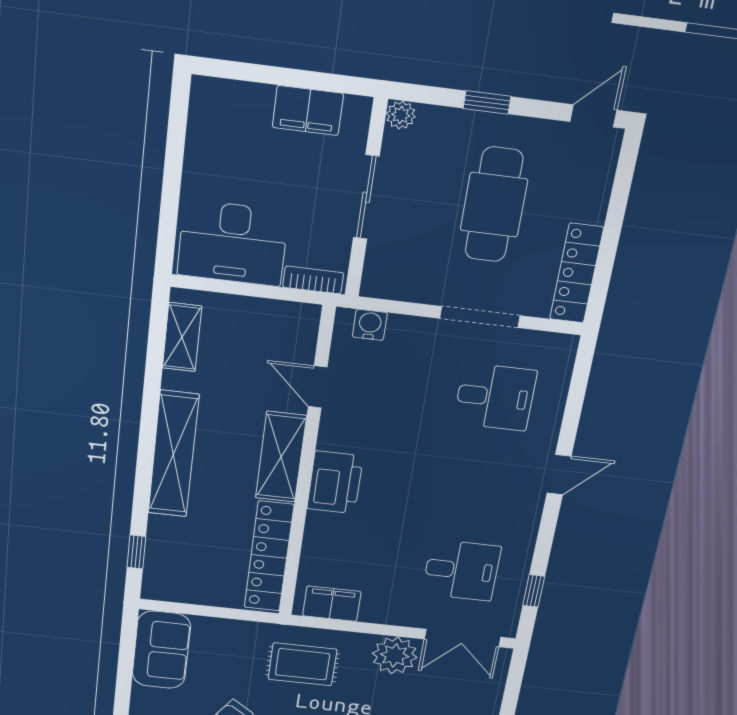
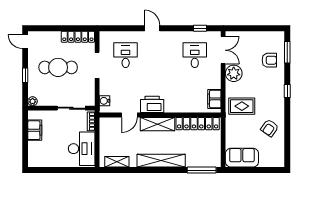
sliding door: (366, 197) -> (71, 108), moved
printer: (335, 482) -> (152, 104), moved
window: (136, 552) -> (202, 170), width x2.17
rug: (303, 664) -> (242, 106), turned 90

